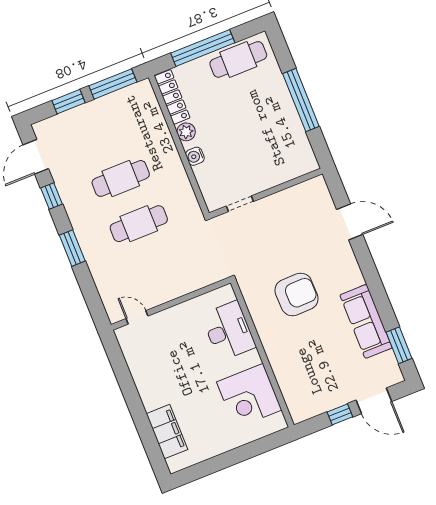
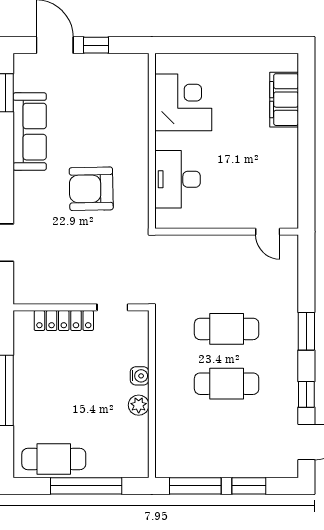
locker: (172, 97) -> (64, 321), moved, turned -90

